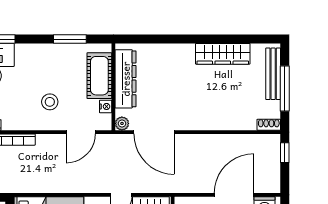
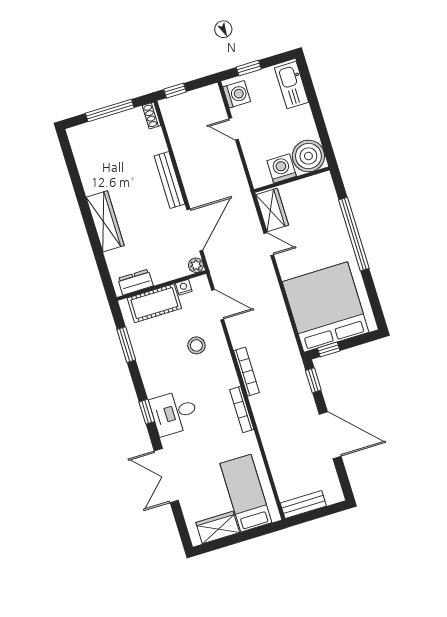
wardrobe: (223, 54) -> (105, 221), moved
bench: (273, 74) -> (170, 180), moved, turned 90
dresser: (126, 79) -> (136, 282), width x0.51, depth x0.80
door: (234, 195) -> (234, 129), width x0.53

